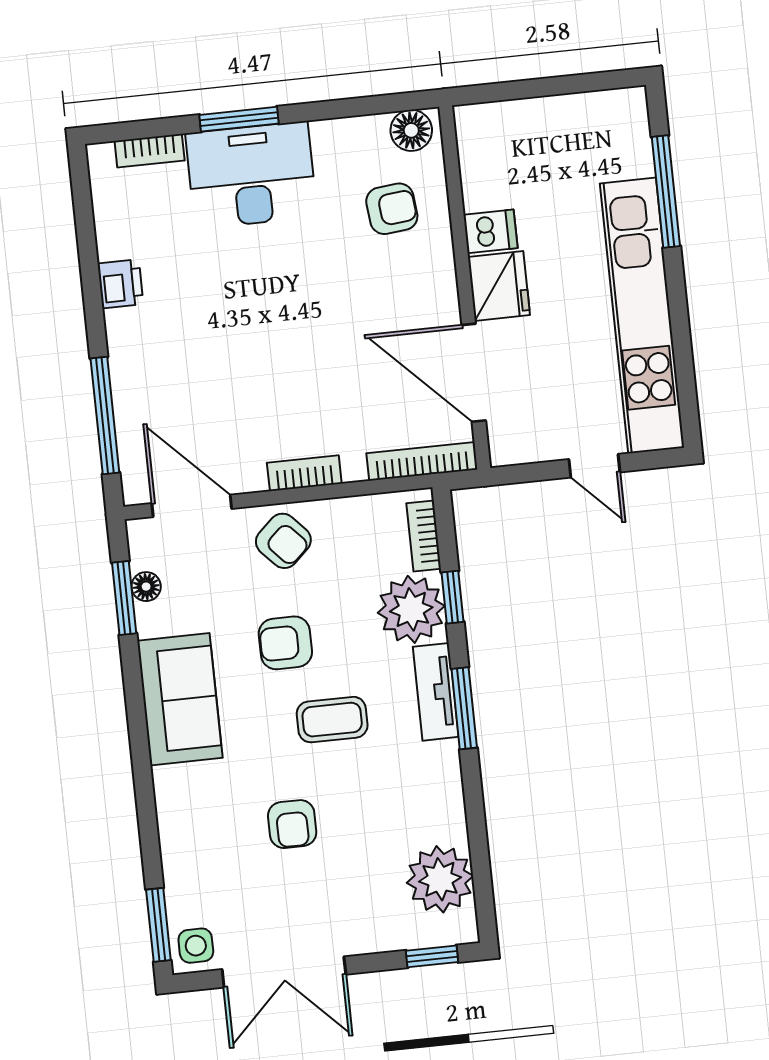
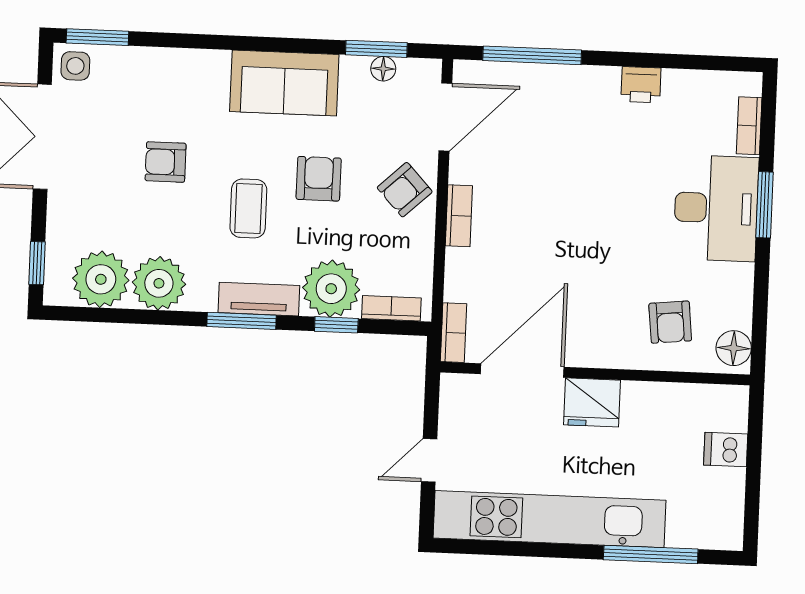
dishwasher: (491, 231) -> (726, 449), moved, turned 90
bookcase: (422, 461) -> (454, 333), width x0.64
plant: (435, 811) -> (159, 283), added

